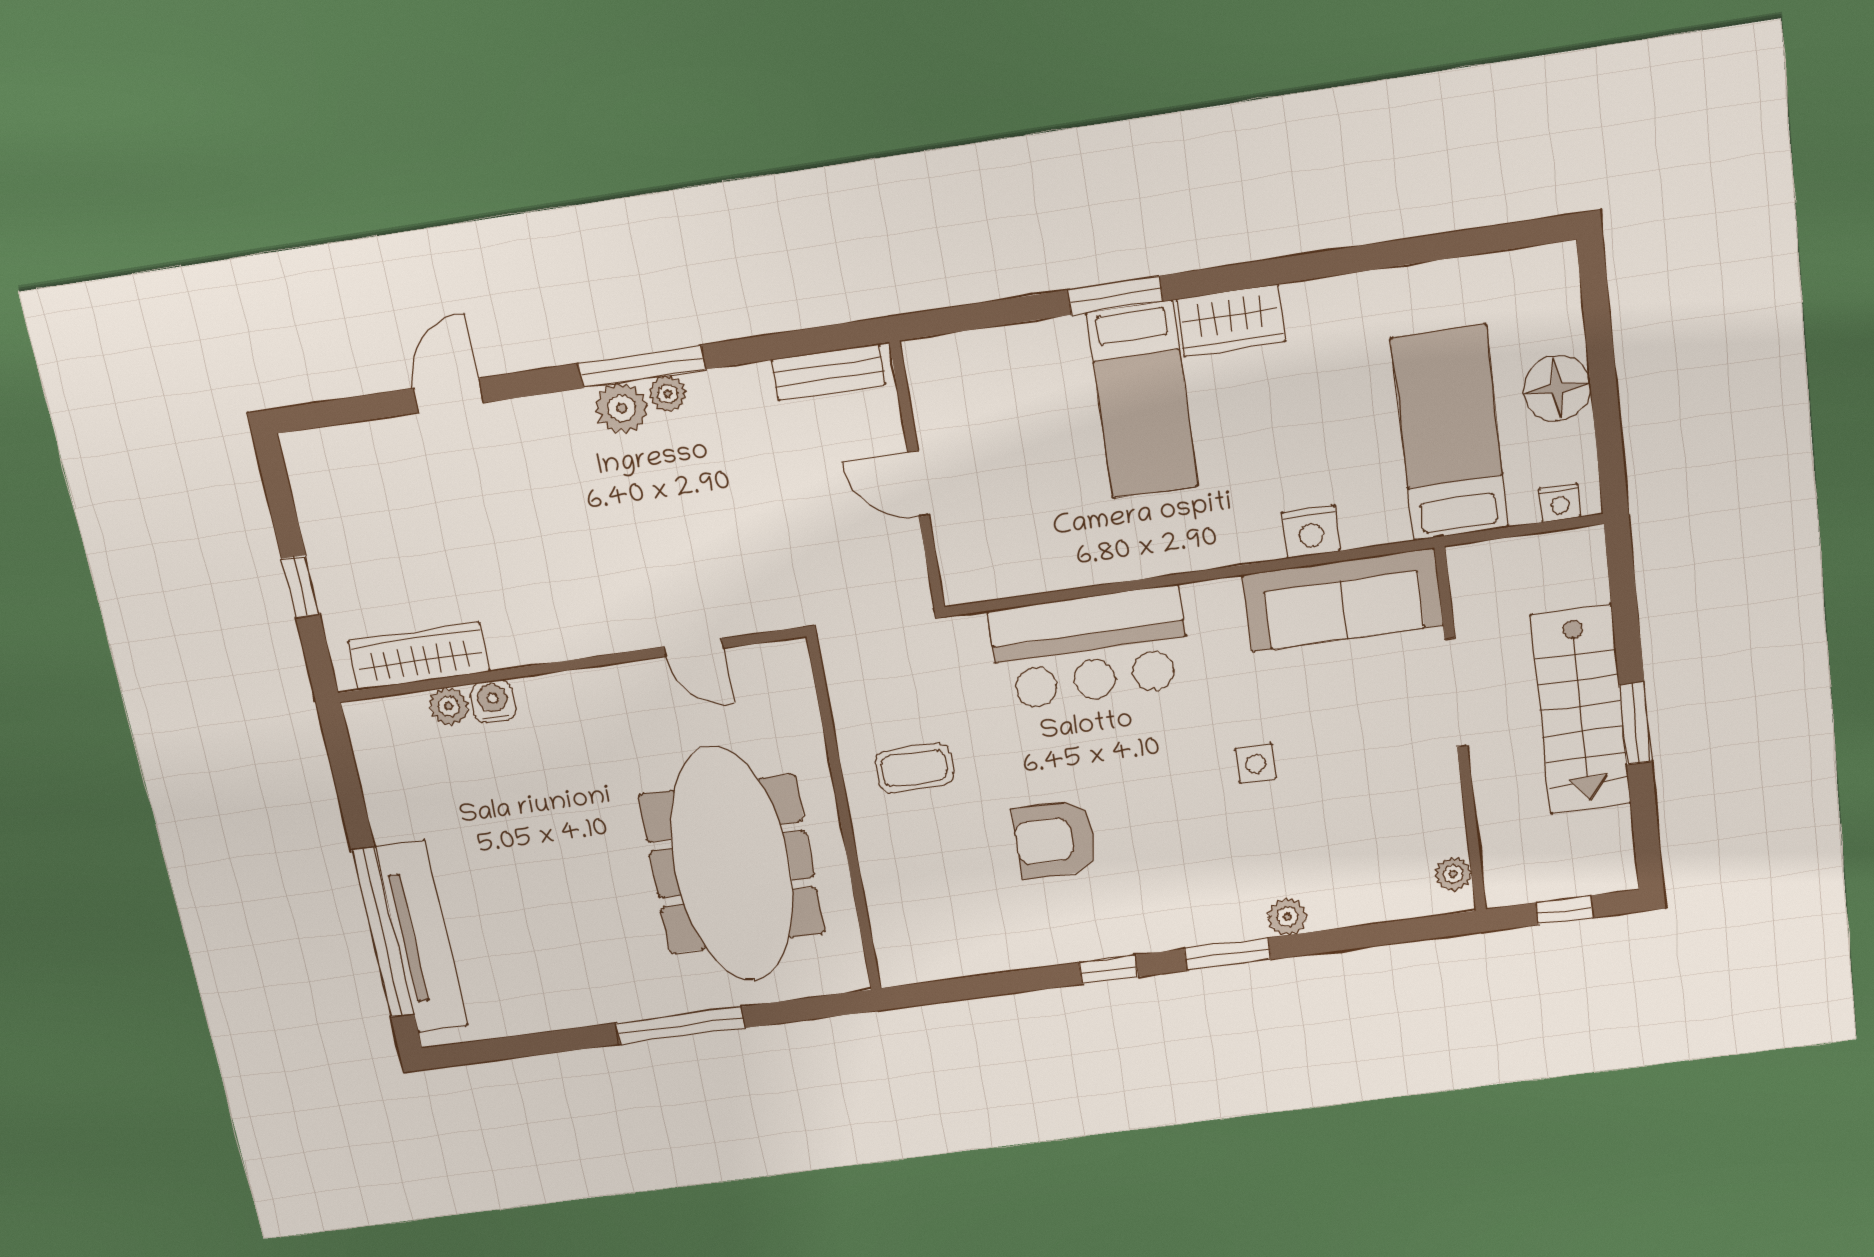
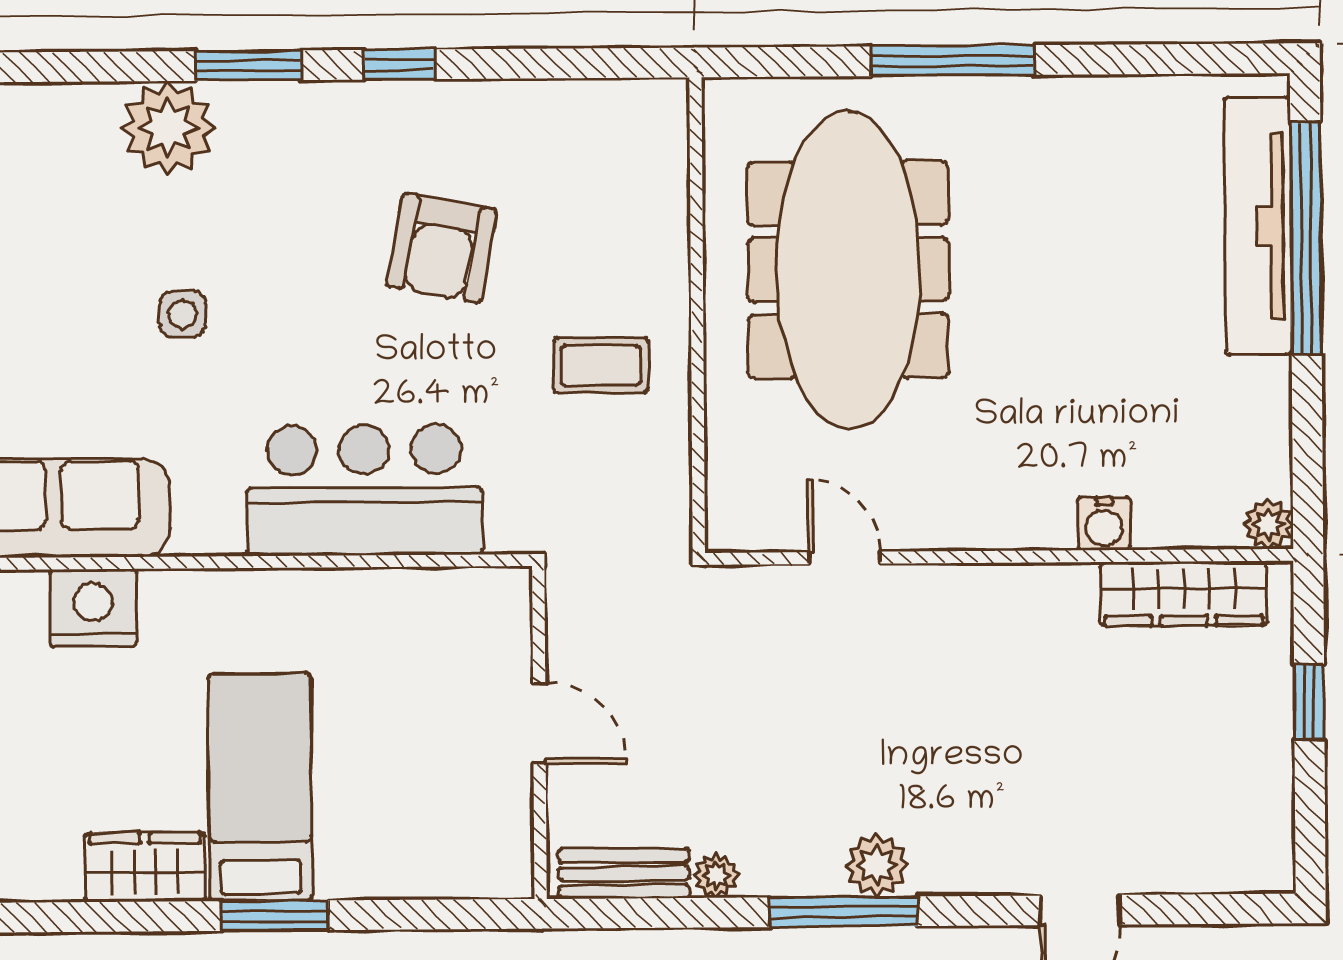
plant: (668, 394) -> (716, 875), moved
nightstand: (1311, 532) -> (93, 608), width x1.36, depth x1.33
plant: (449, 706) -> (1268, 524), moved
armchair: (1055, 840) -> (442, 248), turned 101
plant: (1287, 917) -> (168, 128), width x1.87, depth x1.87

